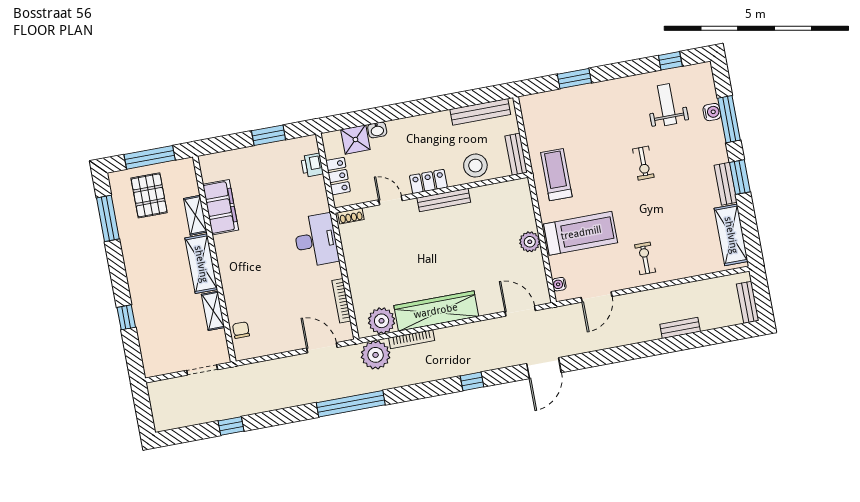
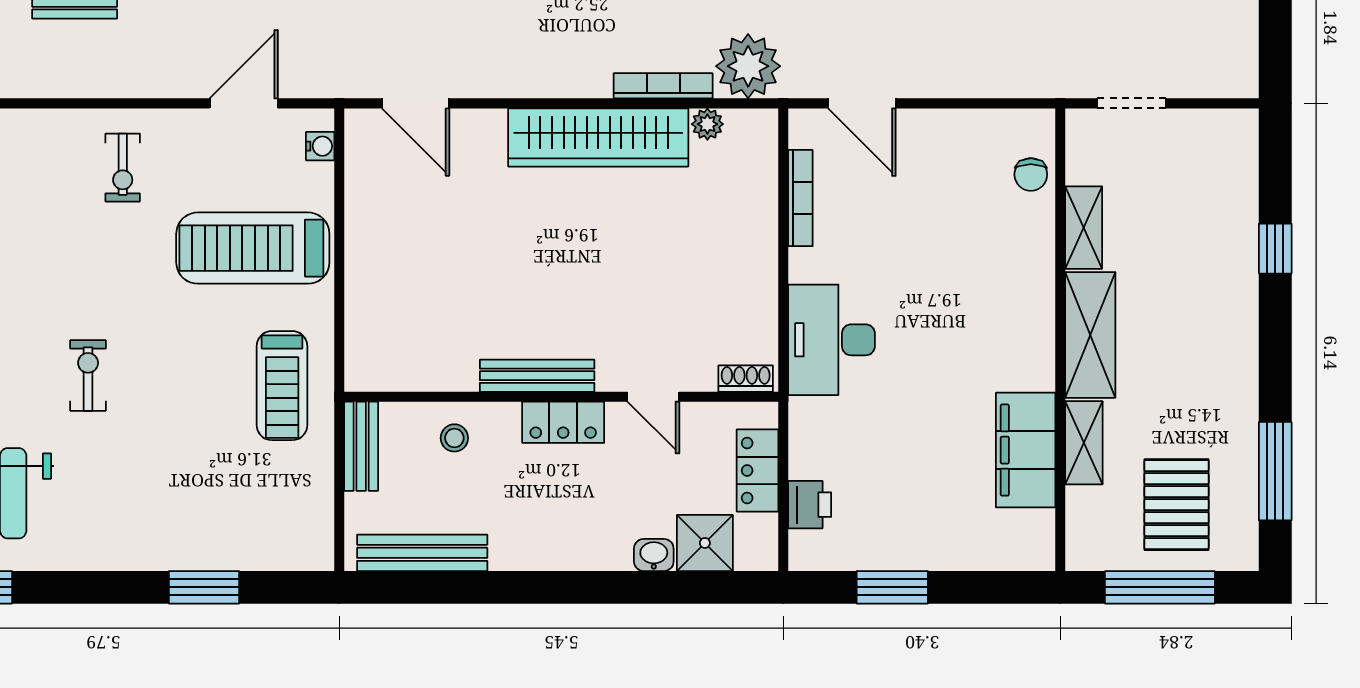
stool: (475, 166) -> (454, 438), width x0.53, depth x0.53
plant: (530, 242) -> (367, 250), removed
plant: (382, 321) -> (707, 124), width x0.53, depth x0.53

